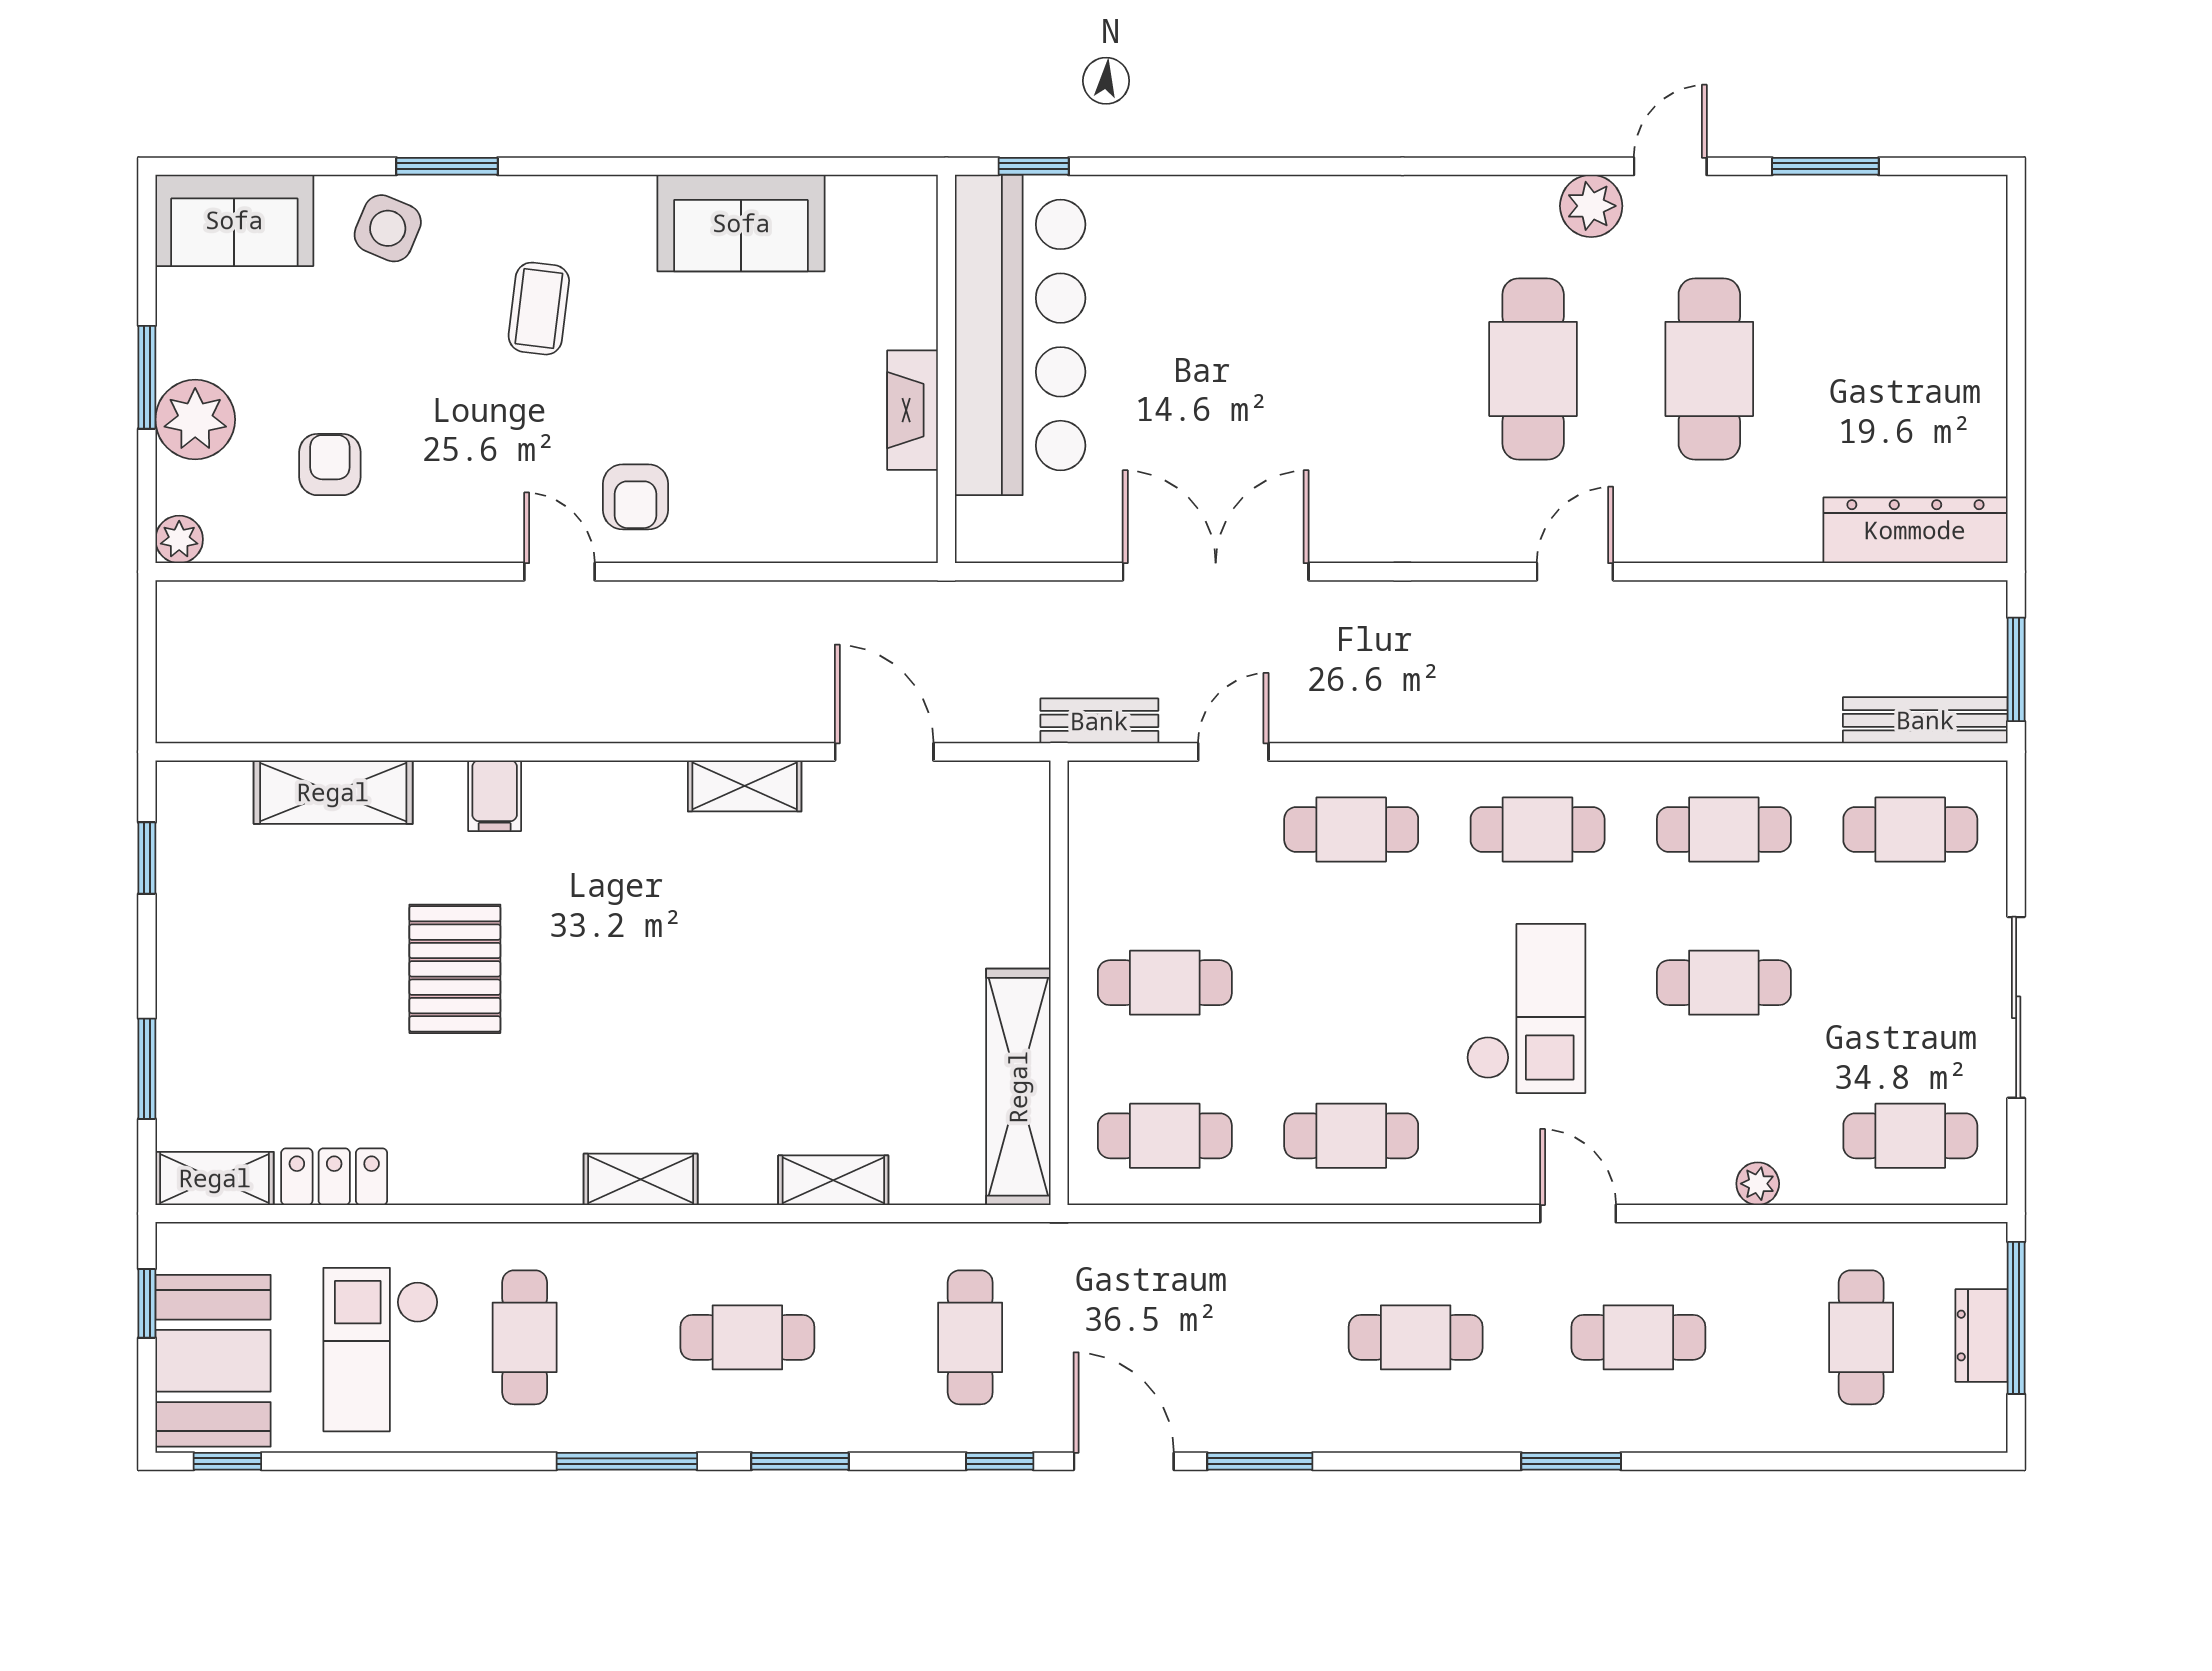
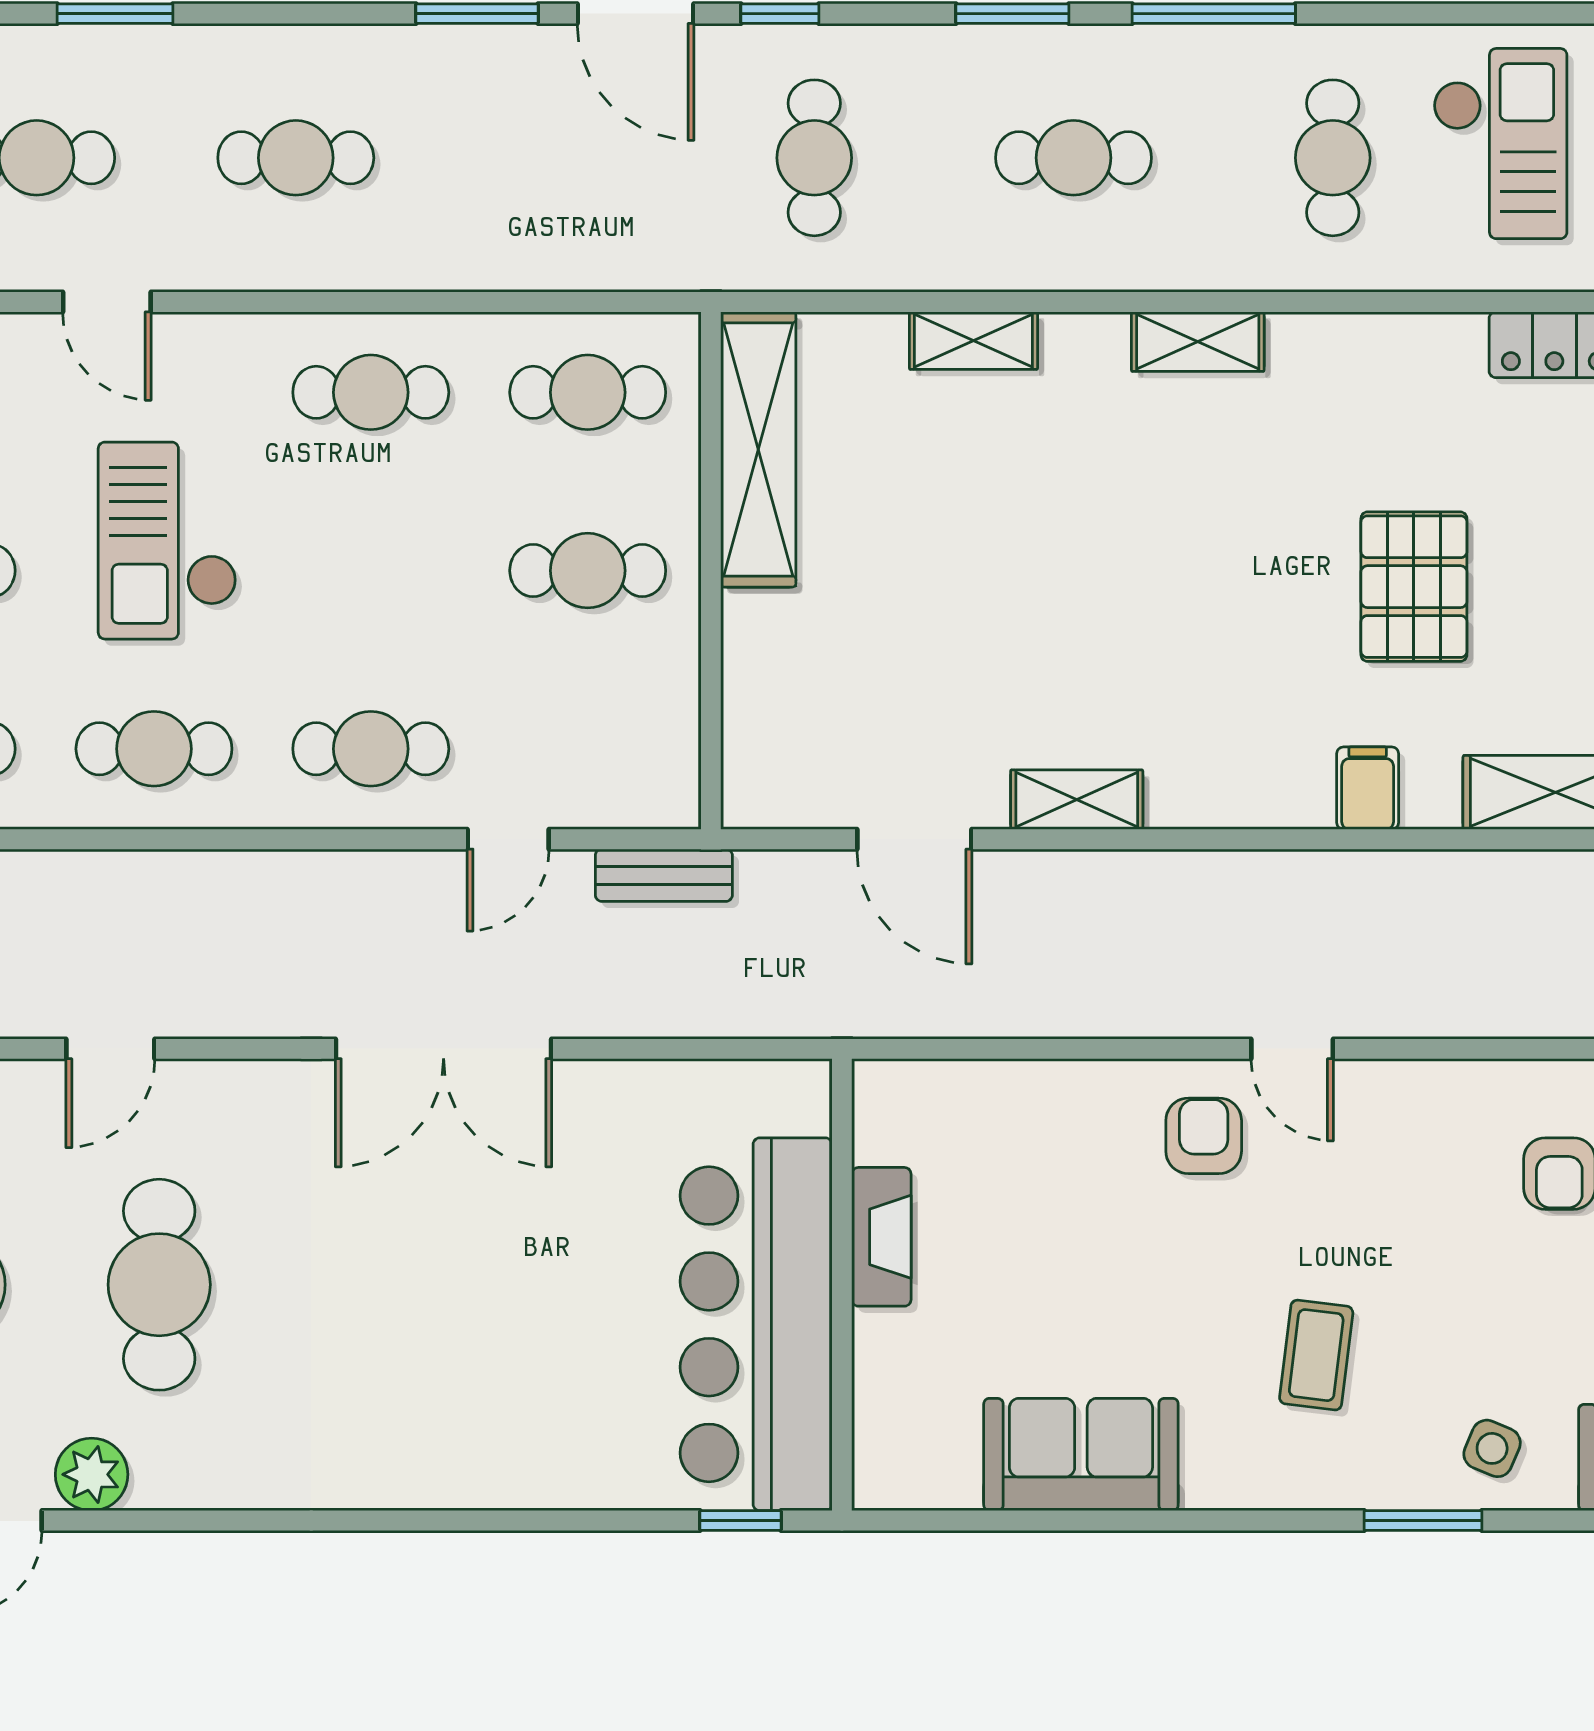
side table: (388, 228) -> (1492, 1448), width x0.73, depth x0.73
double door: (1216, 572) -> (444, 1049), moved

